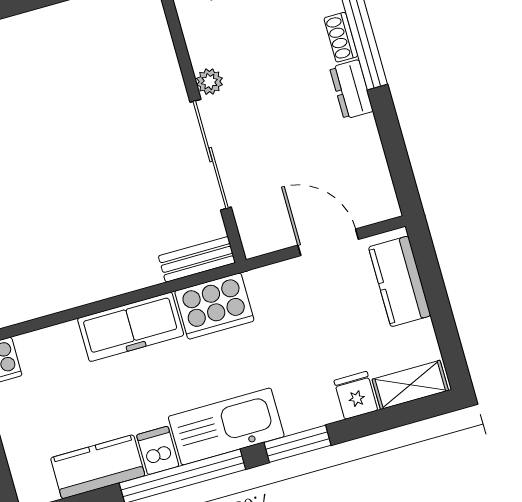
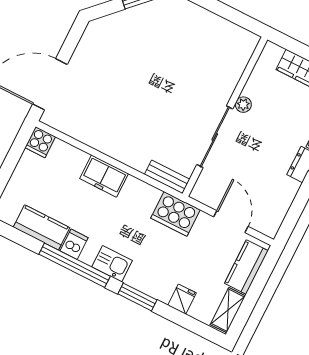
cooker: (214, 306) -> (176, 214), moved
freezer: (131, 327) -> (104, 176), width x0.71
shelving: (410, 385) -> (228, 310), moved, turned 90
kitchen sink: (226, 426) -> (112, 264), width x0.53, depth x0.81

